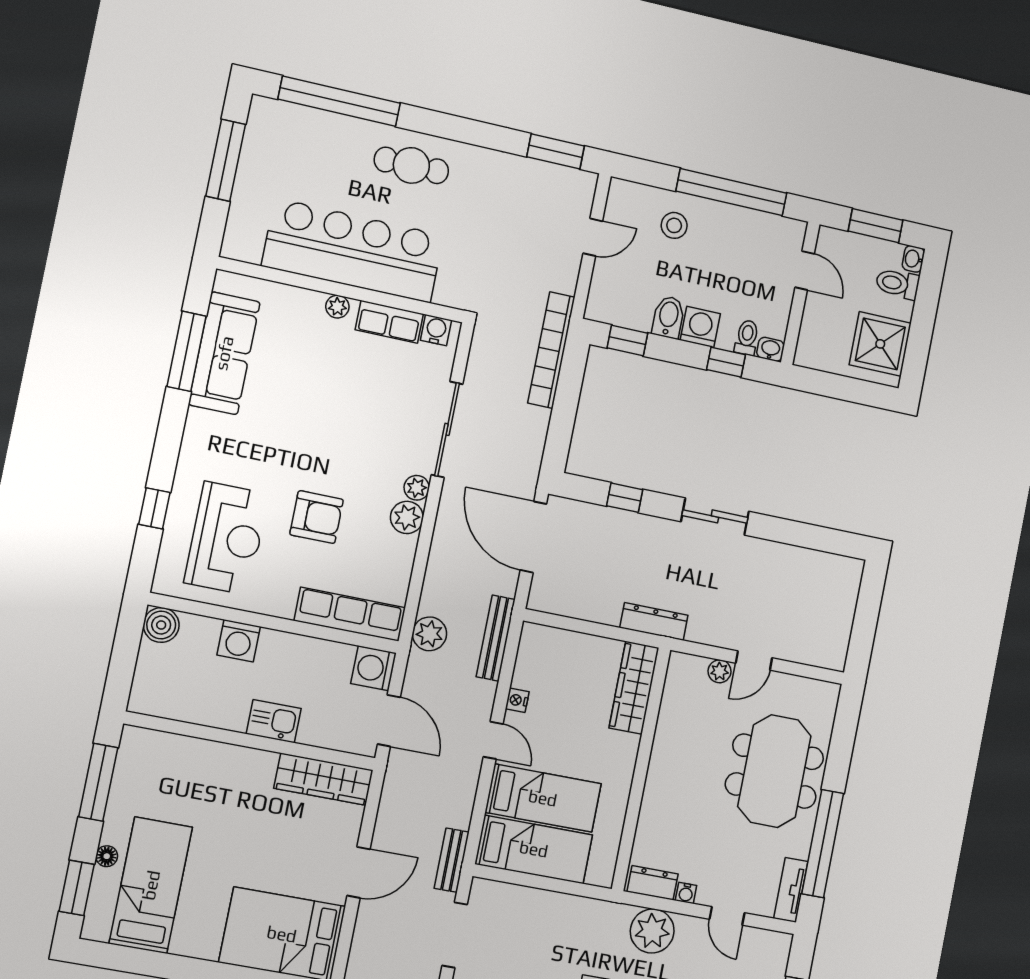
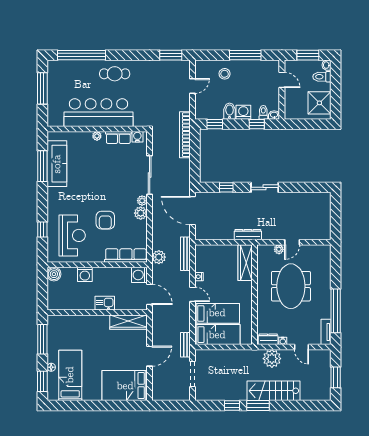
window: (731, 192) -> (245, 55), width x0.68
armchair: (317, 517) -> (105, 220), turned 90
meeting table: (774, 771) -> (291, 286), moved

